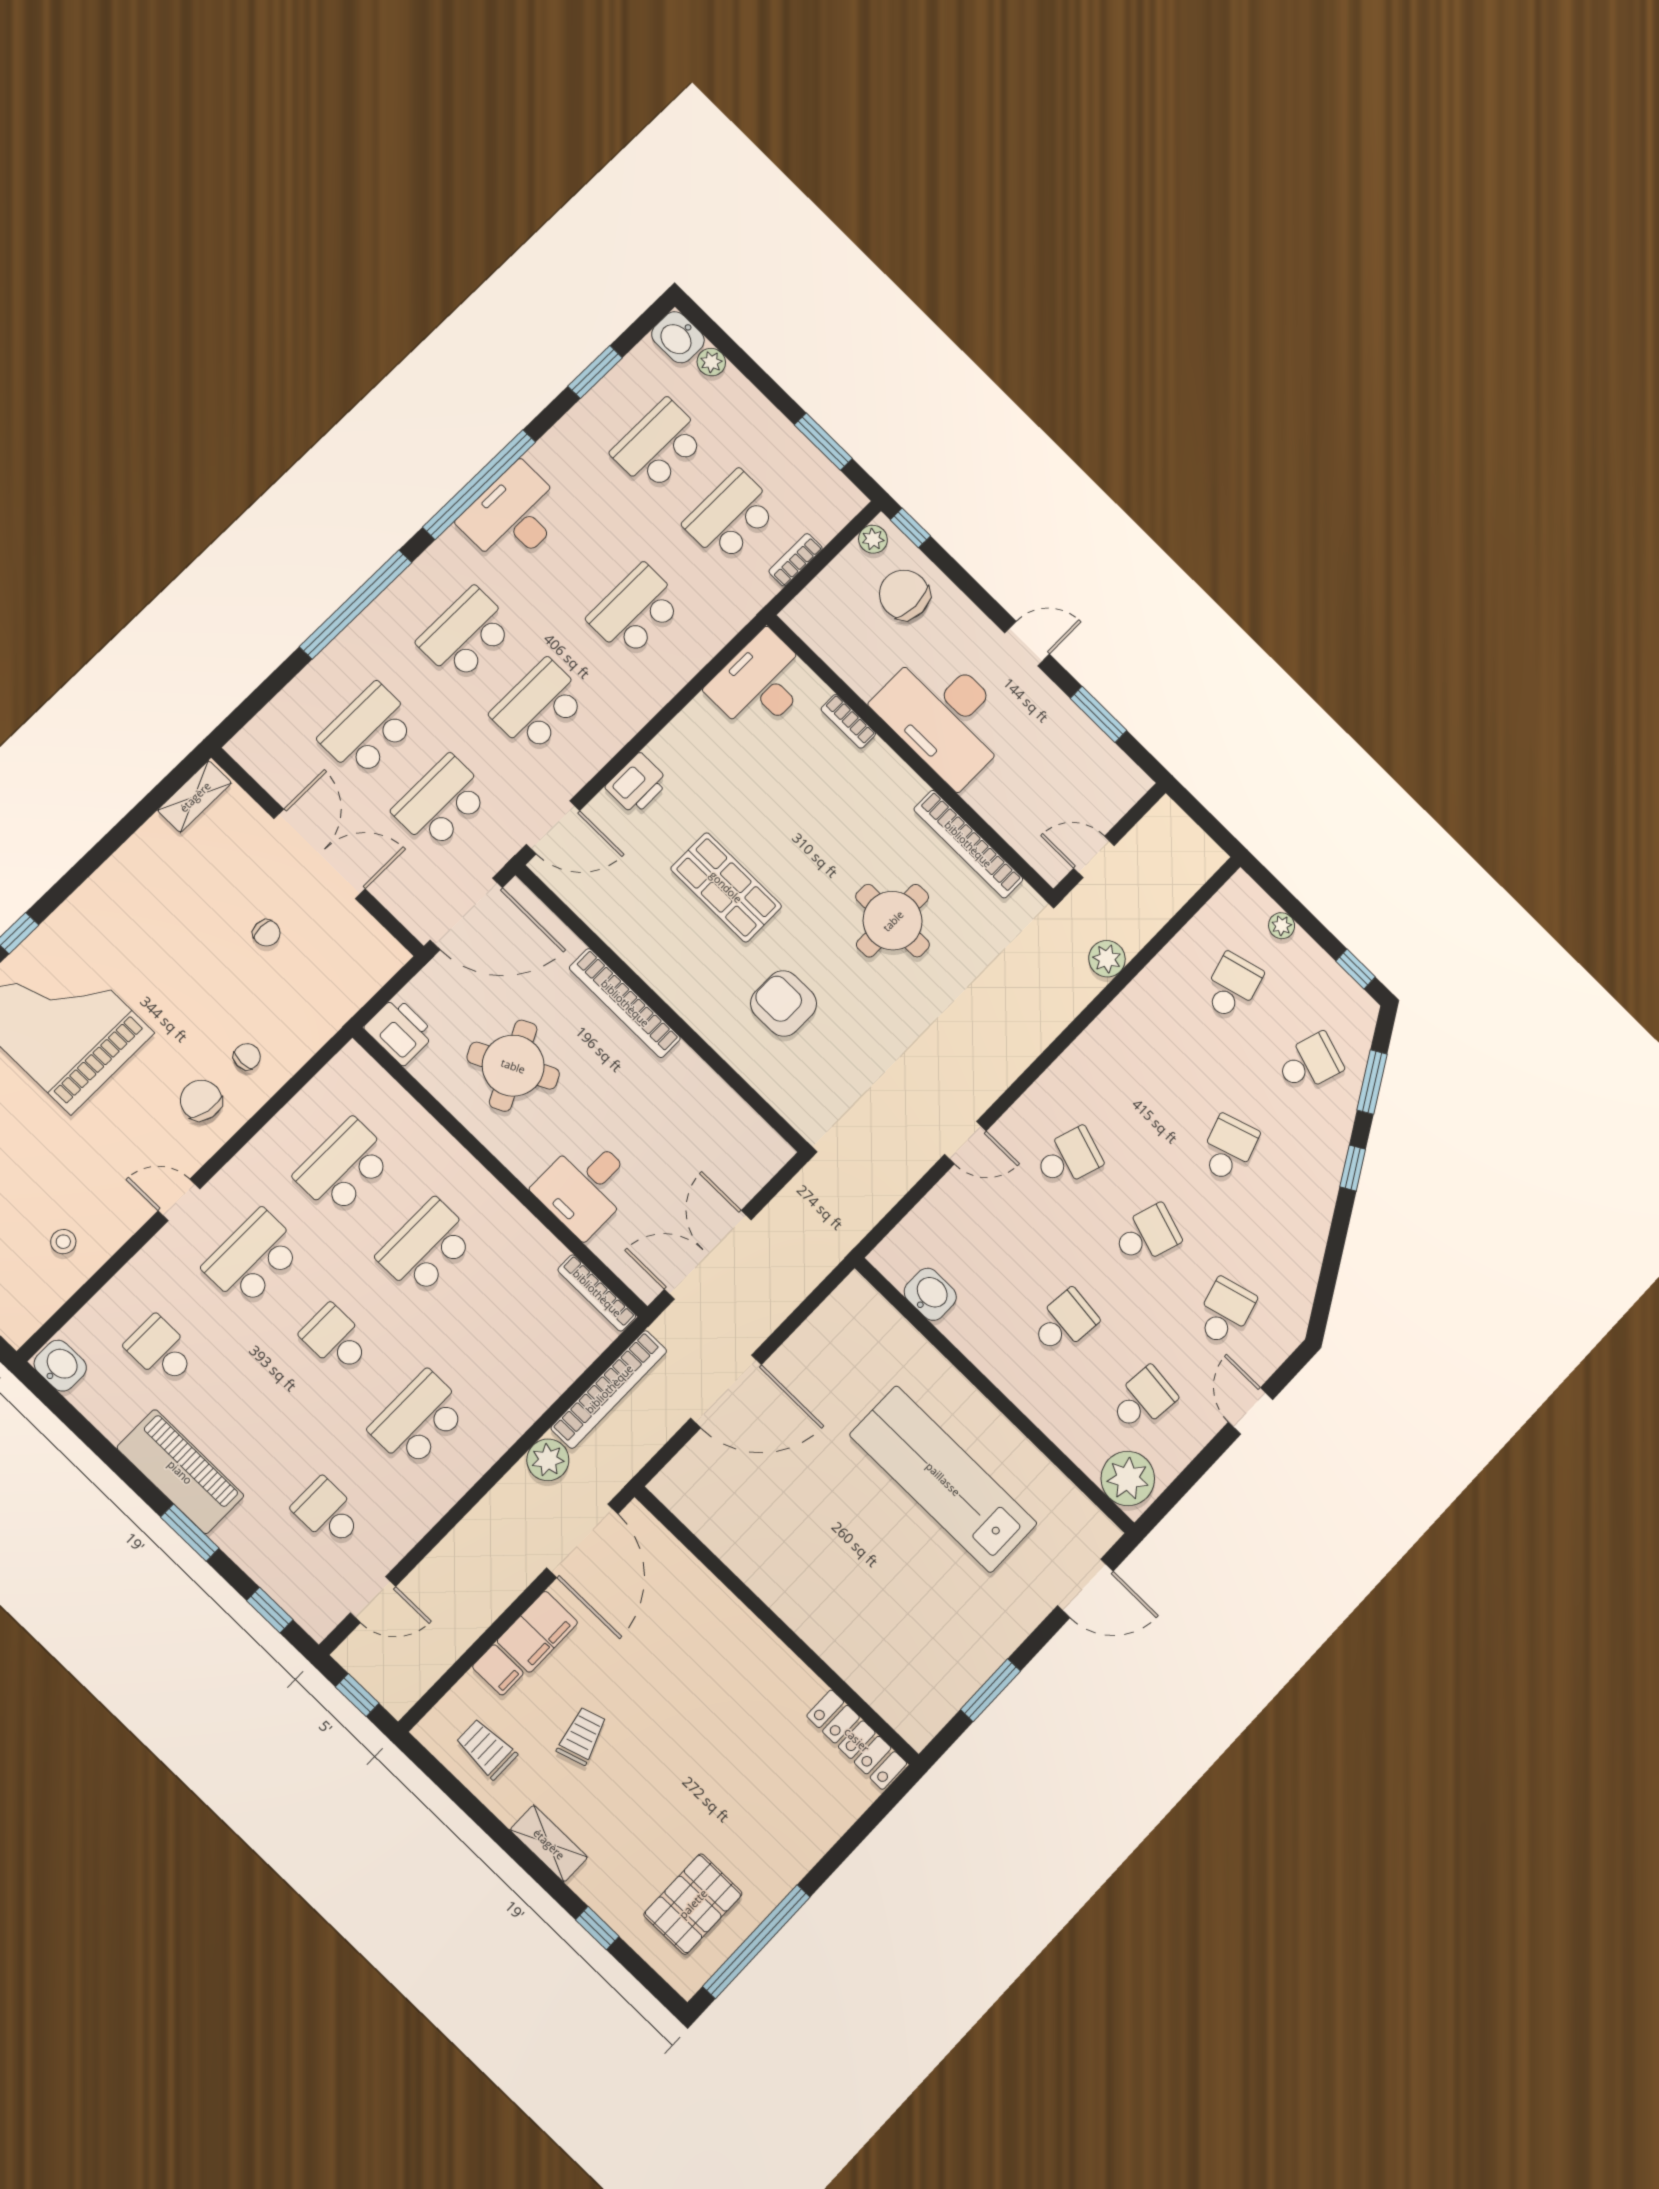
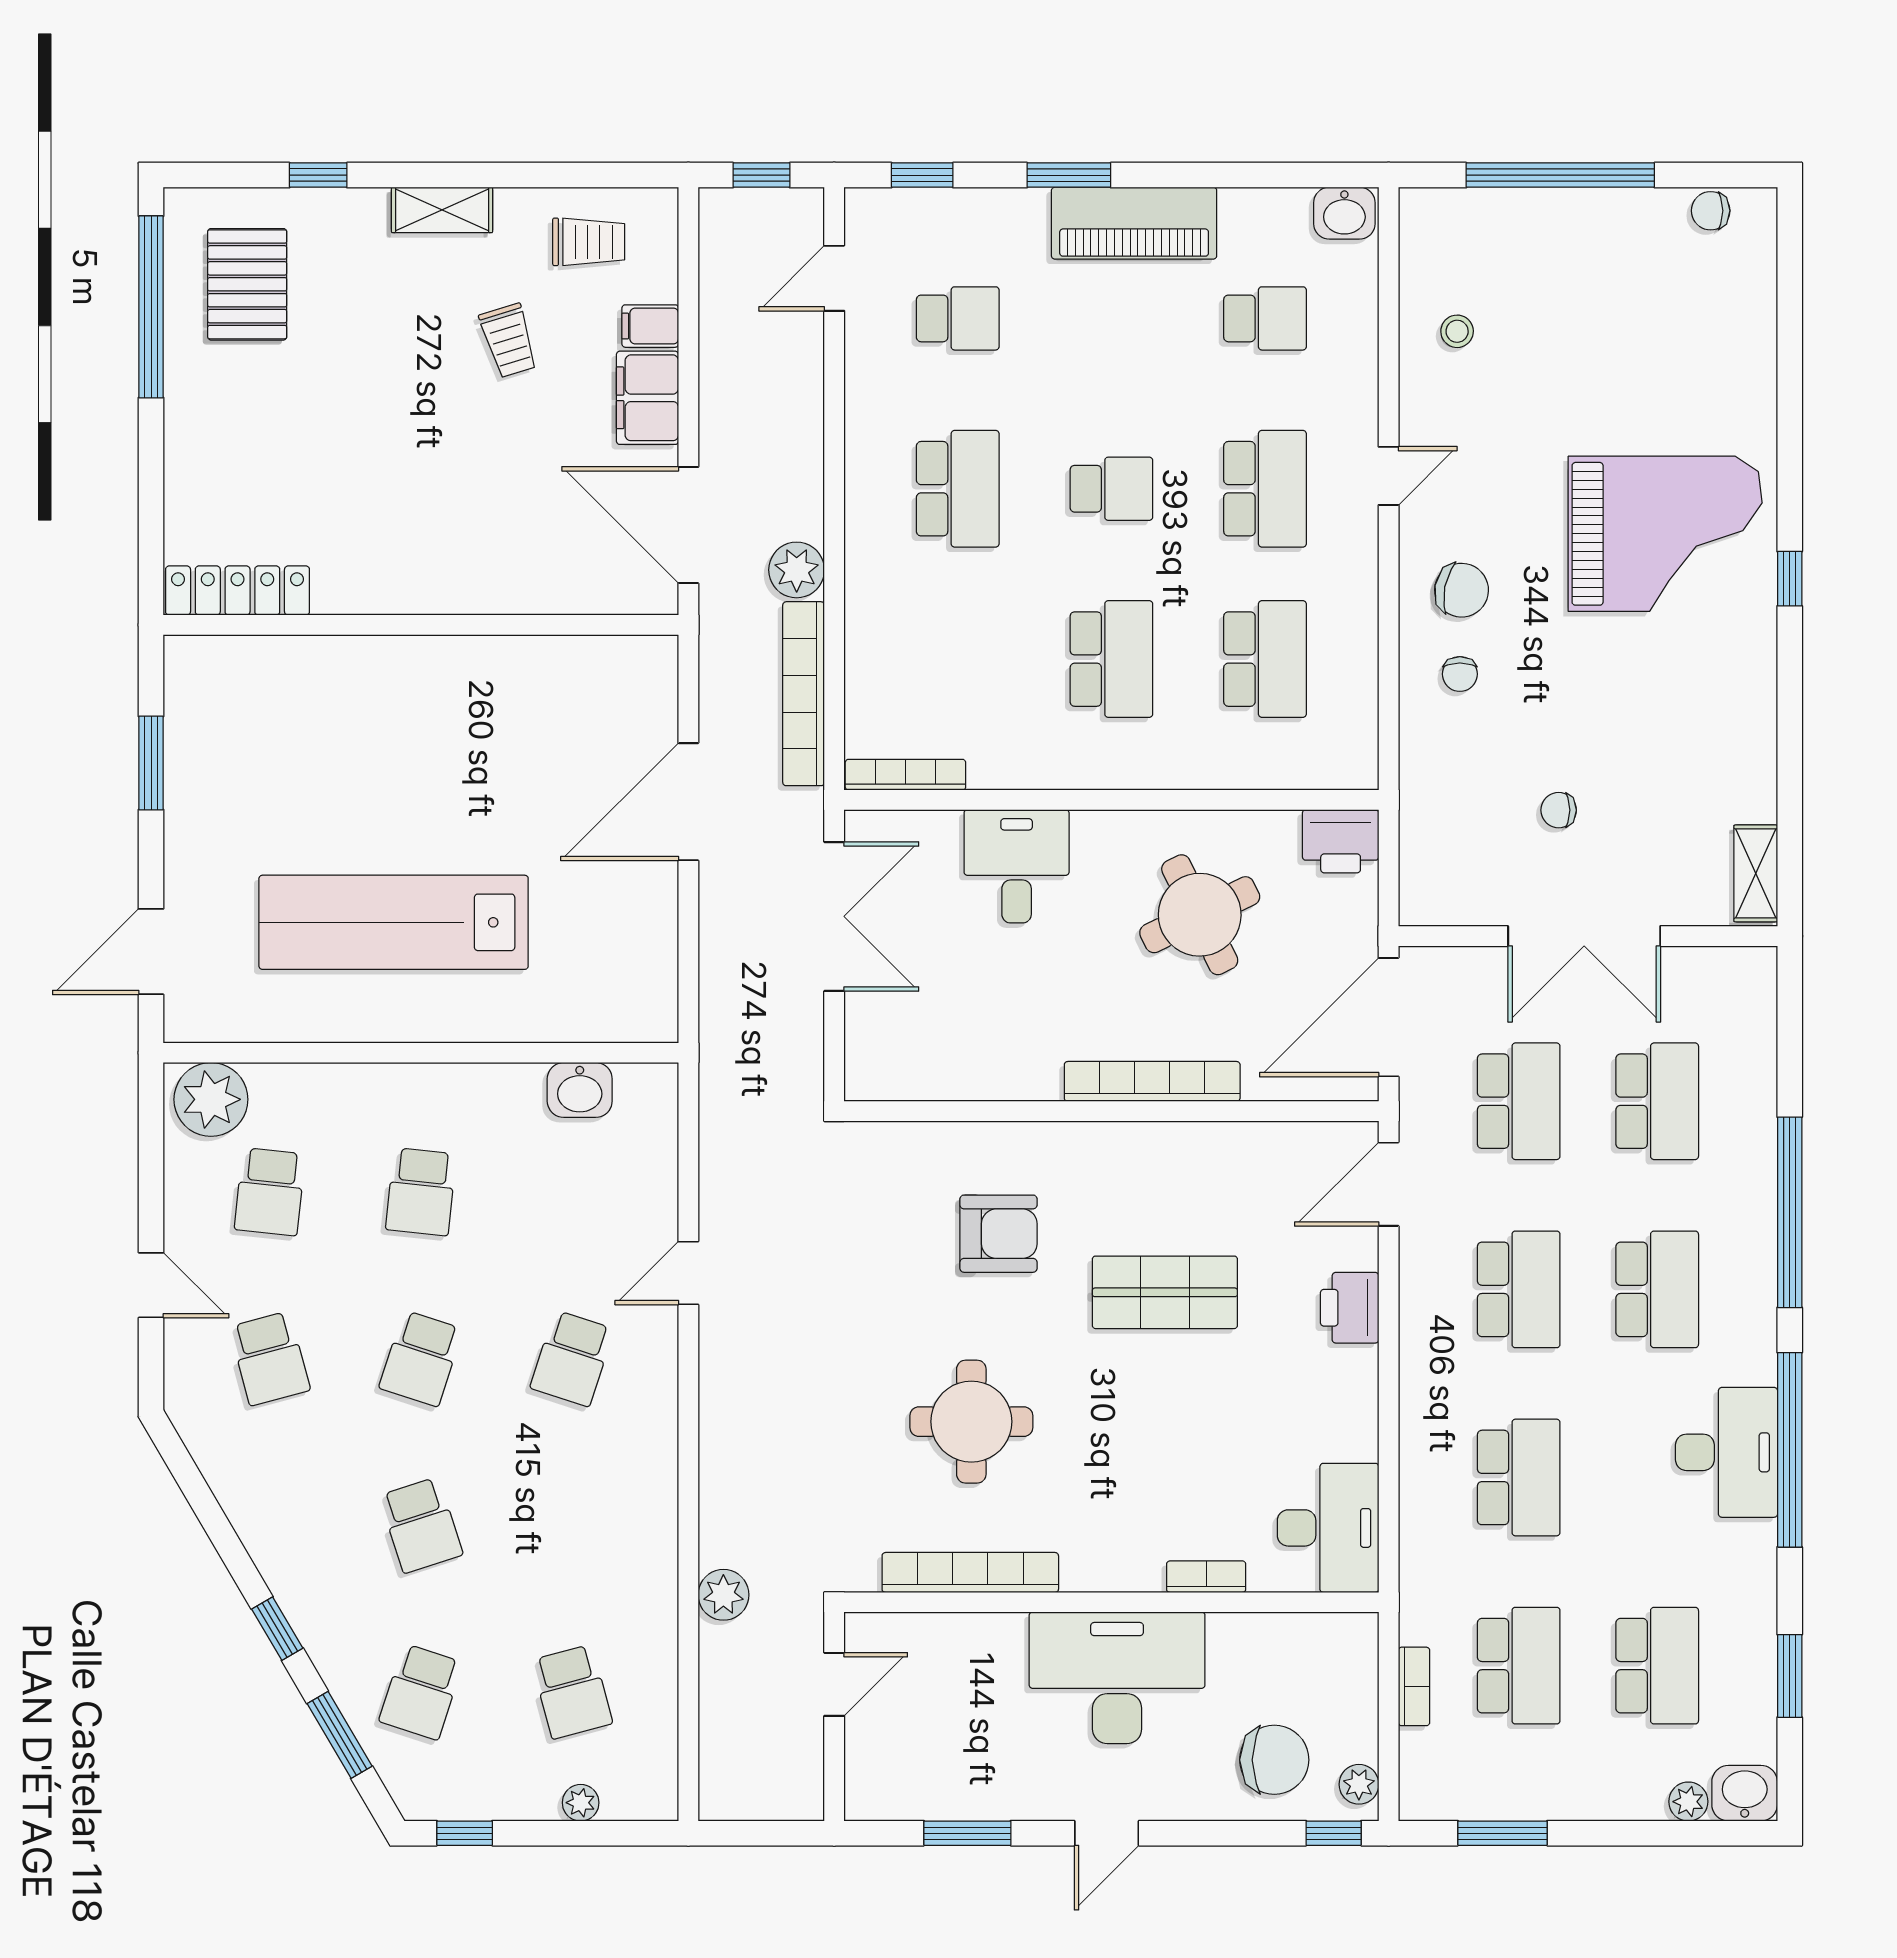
lab bench: (943, 1479) -> (394, 922), turned 180

